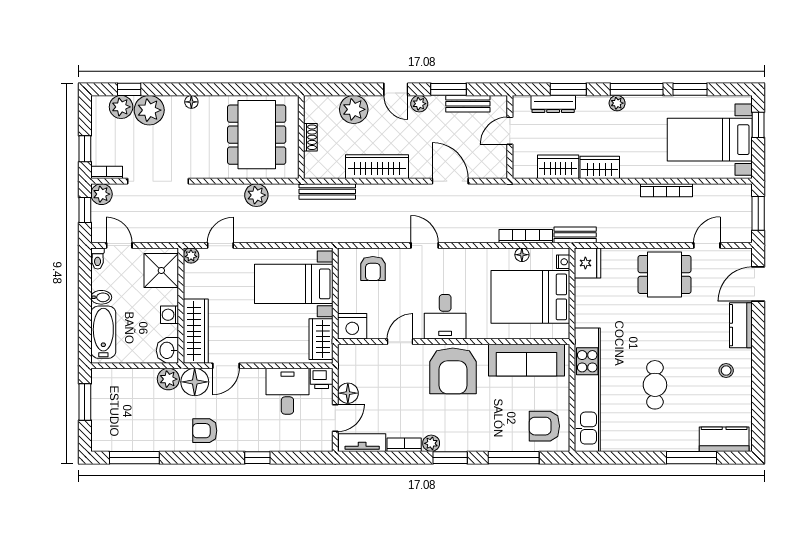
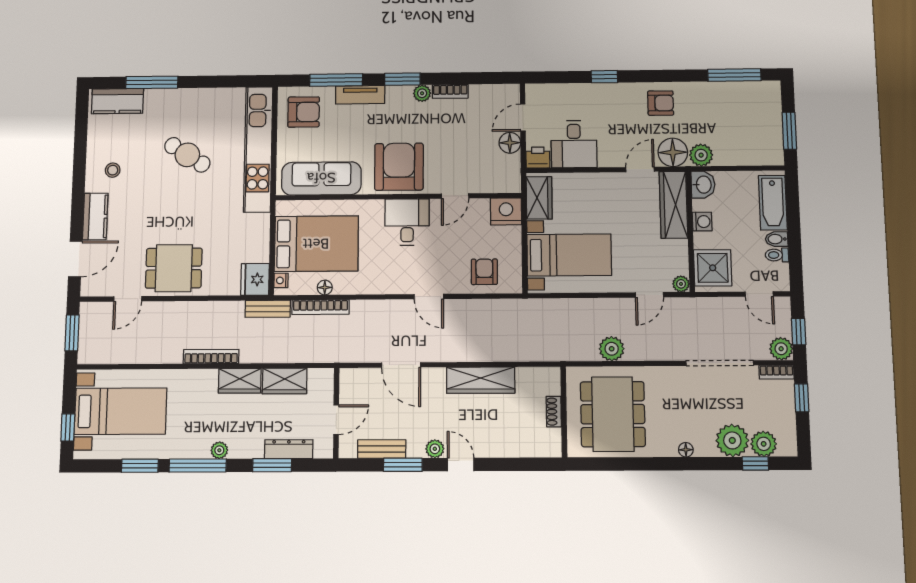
plant: (354, 109) -> (507, 442), removed
bookcase: (667, 190) -> (211, 357), moved
bench: (327, 191) -> (535, 353), removed
toilet: (98, 258) -> (777, 255), moved, turned -90
cafe table: (655, 385) -> (187, 155), turned -57
tv unit: (362, 443) -> (360, 95), moved

